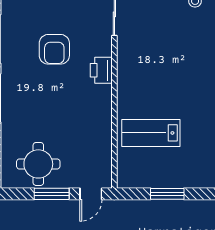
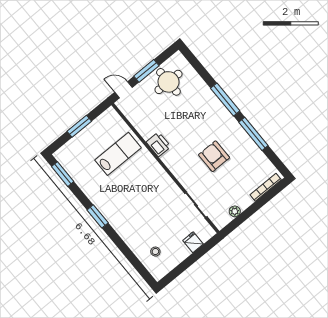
printer: (101, 70) -> (158, 144), moved
door: (91, 194) -> (124, 90), hinge flipped

